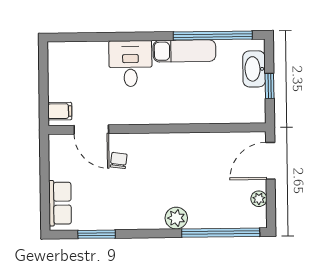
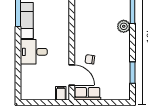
door: (91, 129) -> (72, 75), hinge flipped
row of seats: (60, 203) -> (87, 94), moved

